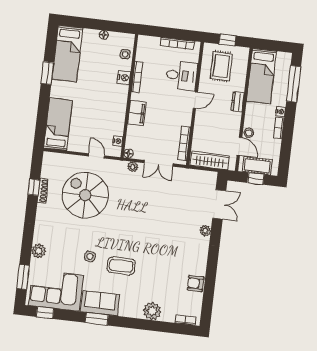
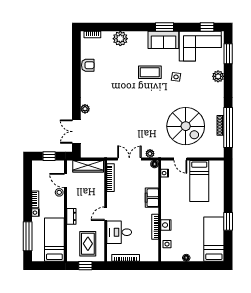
bed: (58, 124) -> (199, 181), moved
cot: (257, 166) -> (49, 166), removed
window: (34, 187) -> (228, 127), width x3.17

